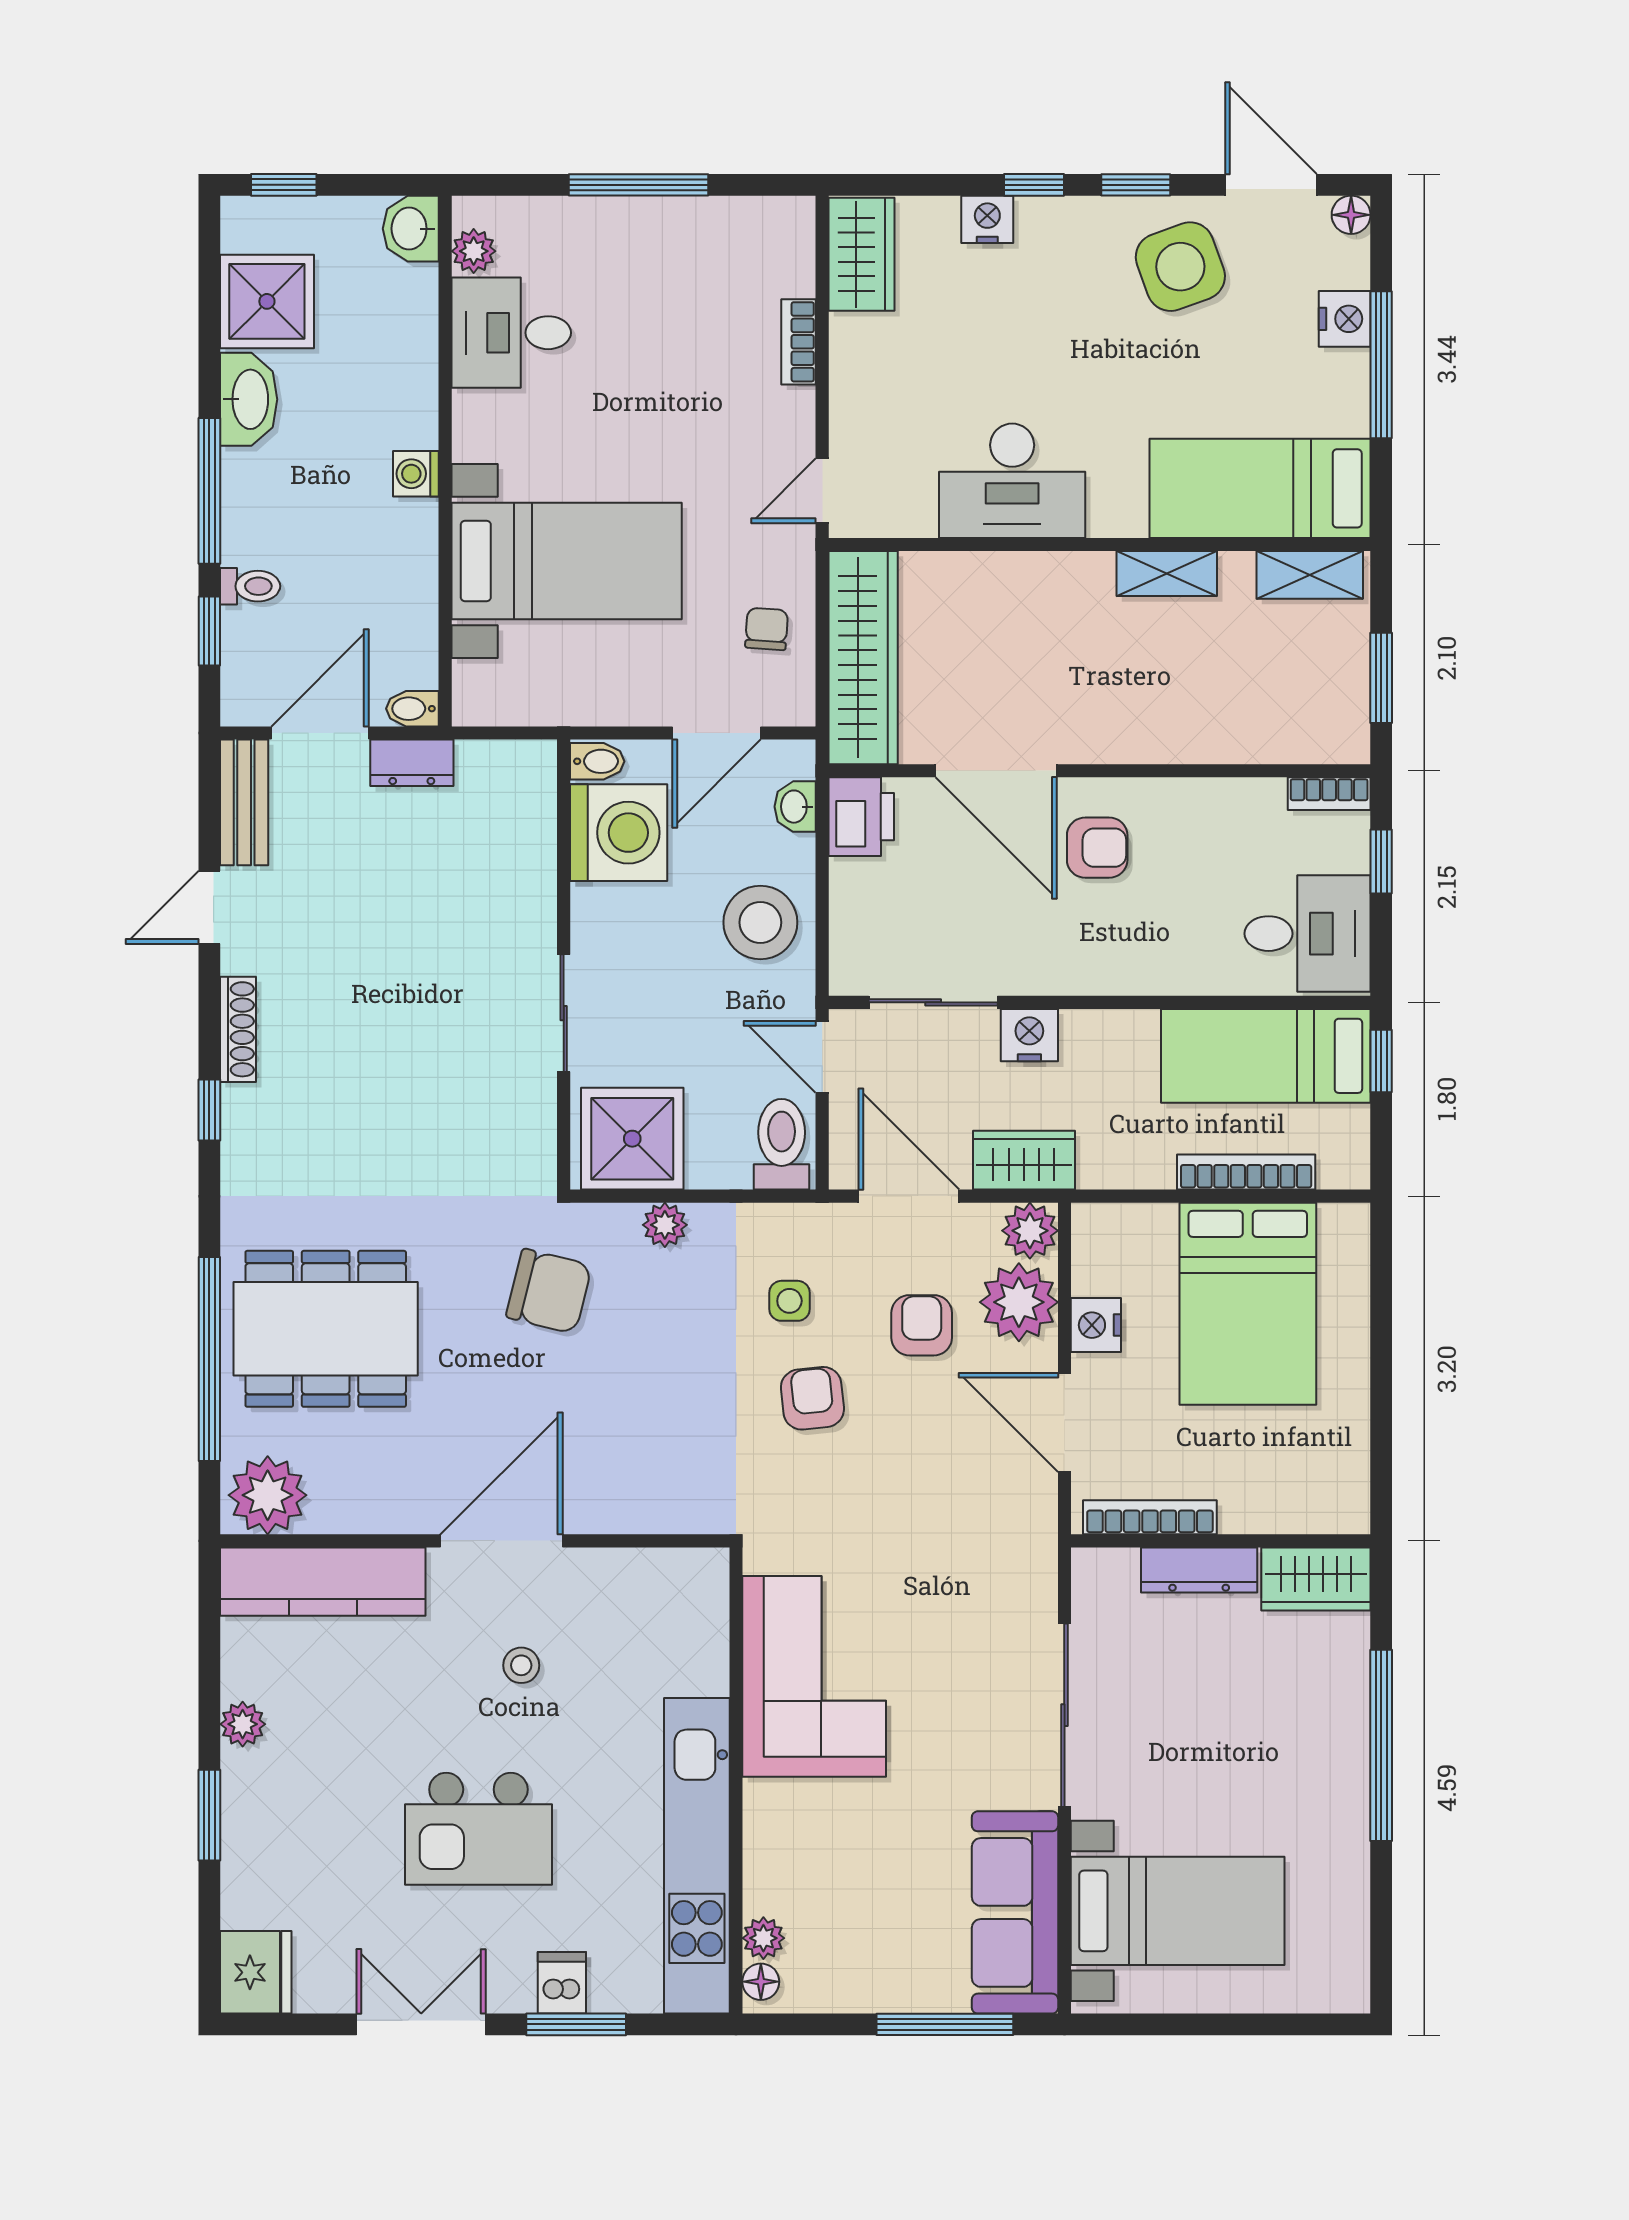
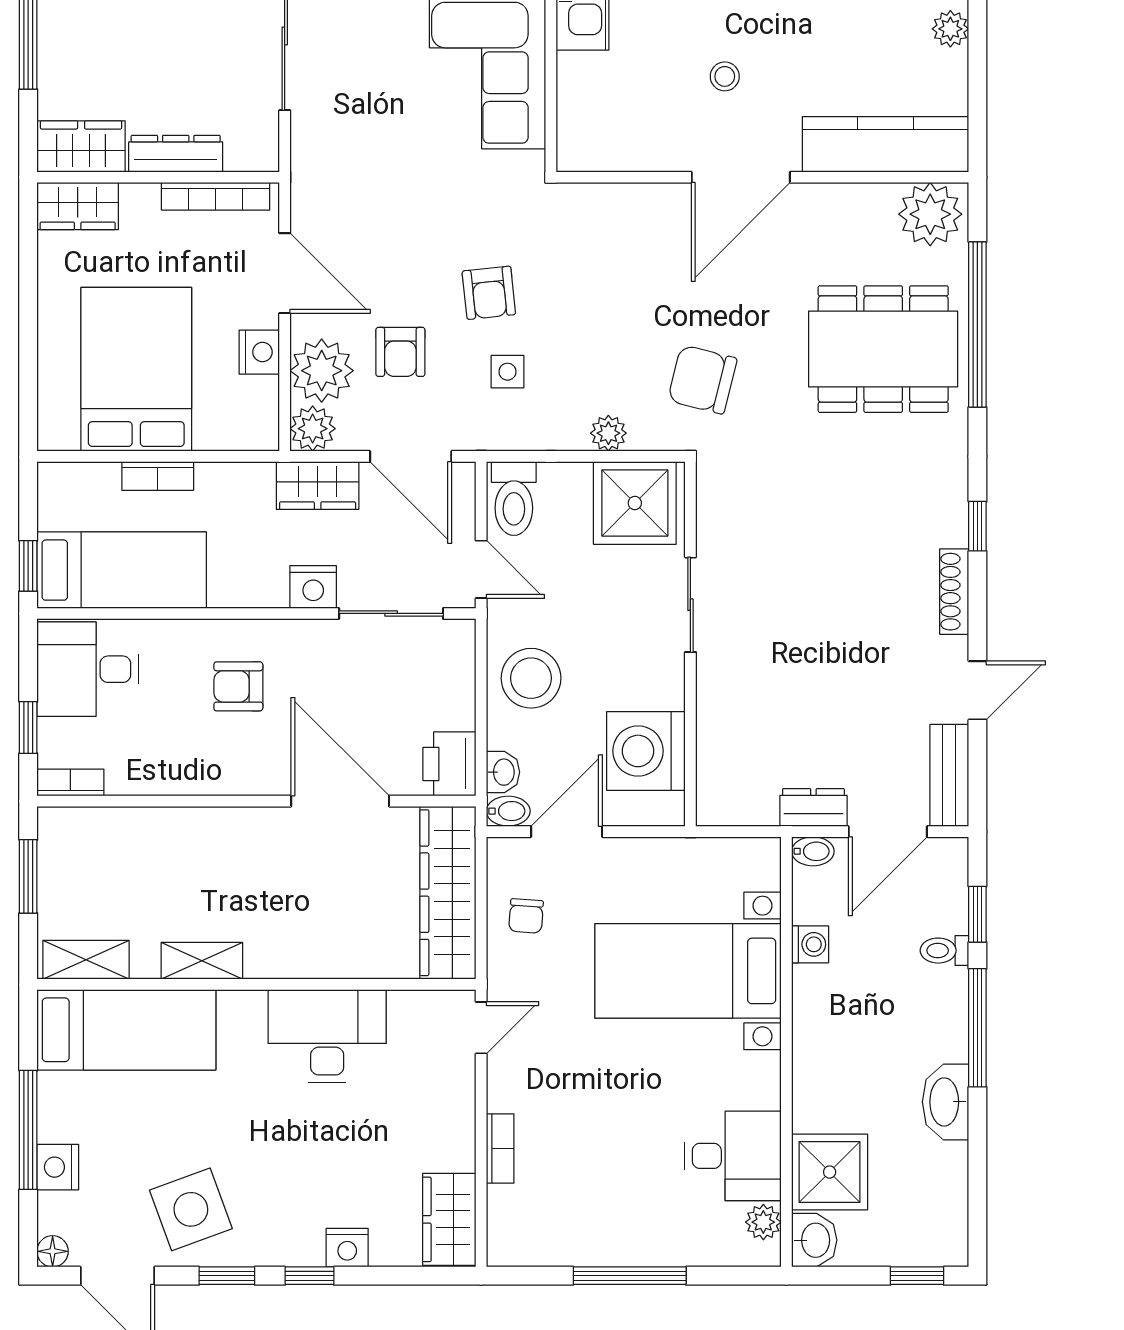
shower: (267, 301) -> (830, 1172), moved
washing machine: (416, 474) -> (810, 944), moved
bidet: (597, 761) -> (508, 811), moved, turned 180
armchair: (1097, 848) -> (238, 686), moved
bookcase: (1246, 1172) -> (158, 476), width x0.64
wardrobe: (1320, 1505) -> (78, 206), added

